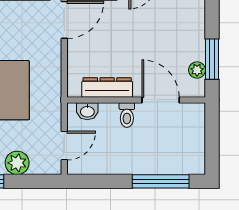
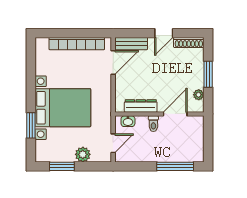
window: (212, 59) -> (208, 74), moved
door: (161, 100) -> (175, 114), hinge flipped

